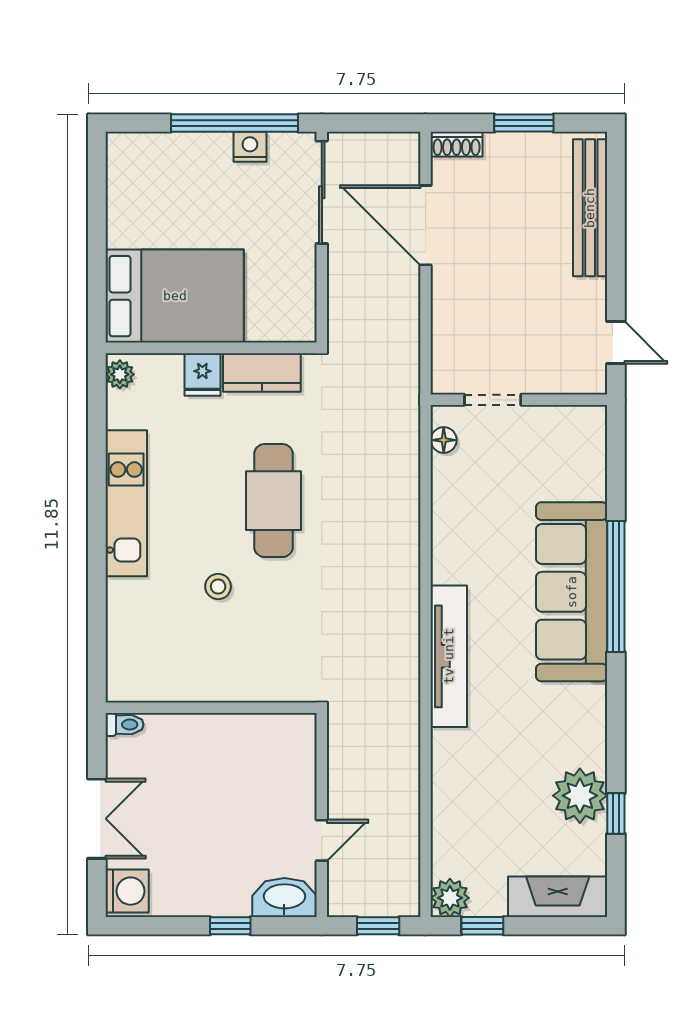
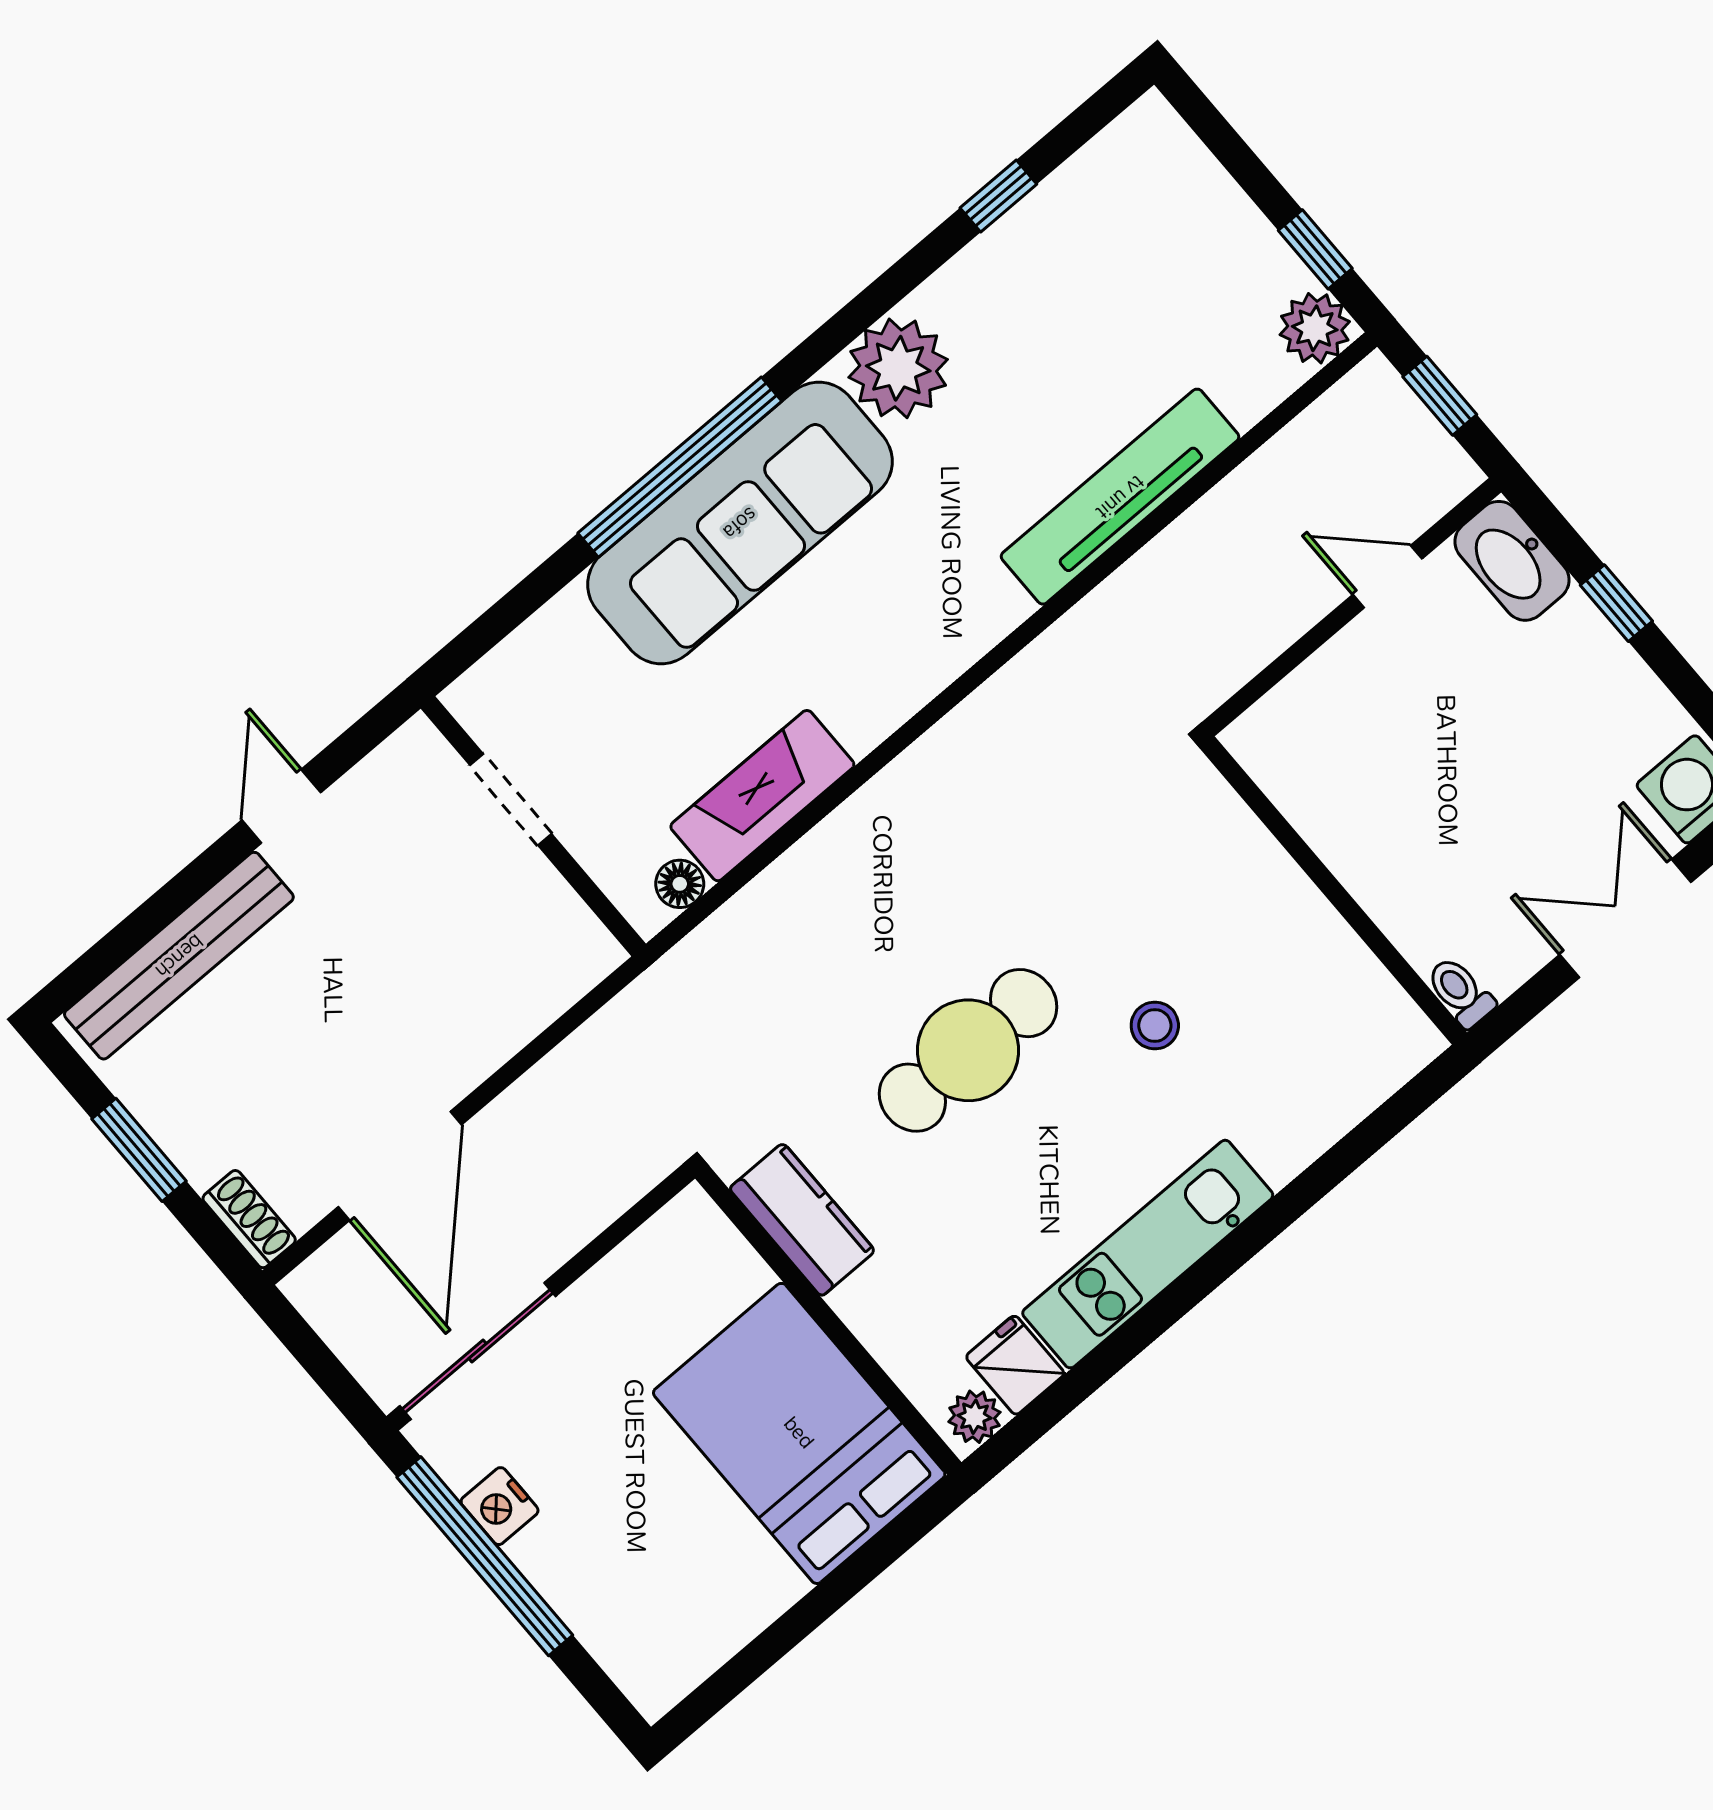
door: (616, 343) -> (281, 806), moved
fridge: (202, 374) -> (1015, 1365), moved, turned -90
doorway: (493, 400) -> (511, 800), moved
tv unit: (449, 656) -> (1120, 497), moved
plant: (580, 796) -> (898, 368), moved
fireplace: (558, 897) -> (762, 796), moved, turned 90

